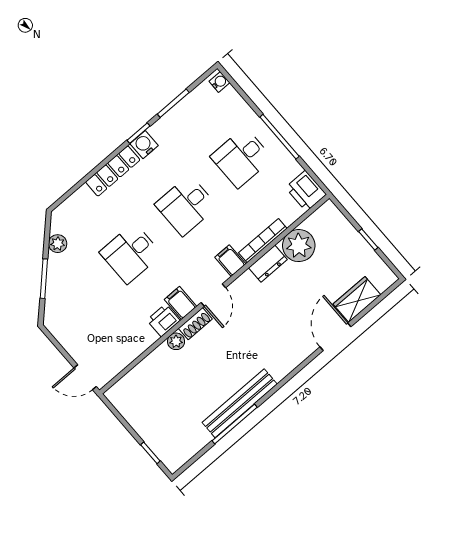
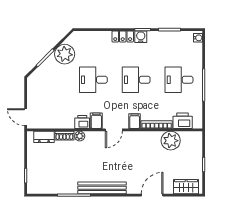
locker: (113, 171) -> (123, 36), width x0.66
printer: (306, 191) -> (183, 121), moved, turned 90
plant: (58, 244) -> (65, 54), width x1.88, depth x1.88
dresser: (268, 264) -> (44, 137), moved
wardrobe: (357, 299) -> (186, 187), moved
shoe rack: (195, 324) -> (64, 136), moved
bench: (240, 403) -> (102, 188), moved

